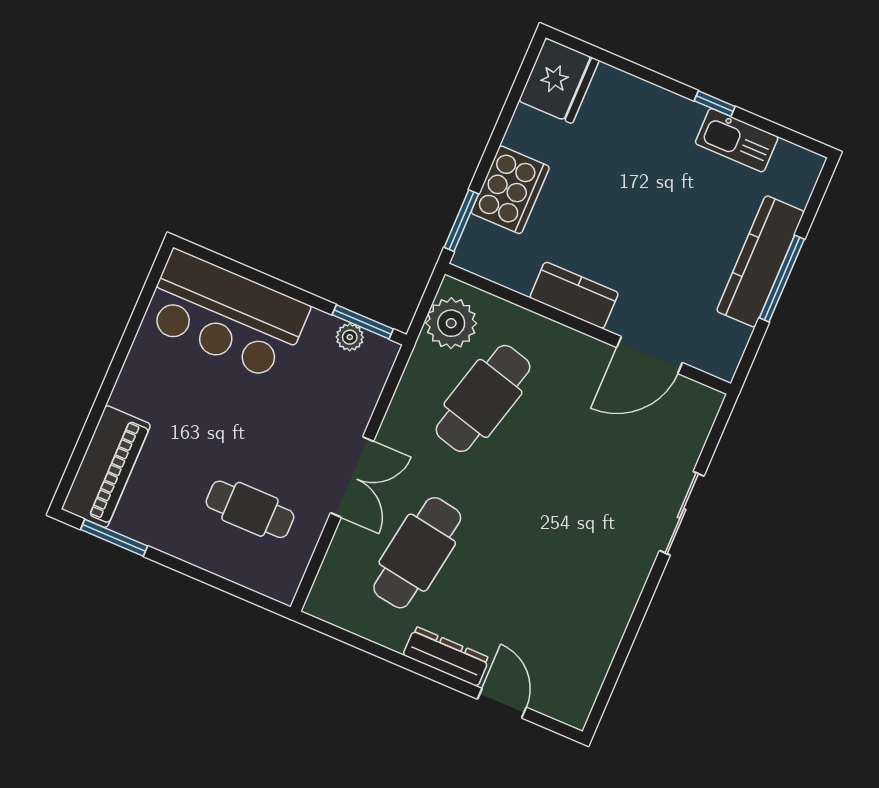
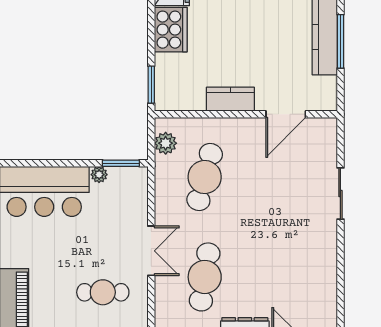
cooker: (510, 190) -> (171, 30), moved
plant: (451, 323) -> (166, 143), width x0.73, depth x0.73
plant: (350, 337) -> (99, 175), moved

